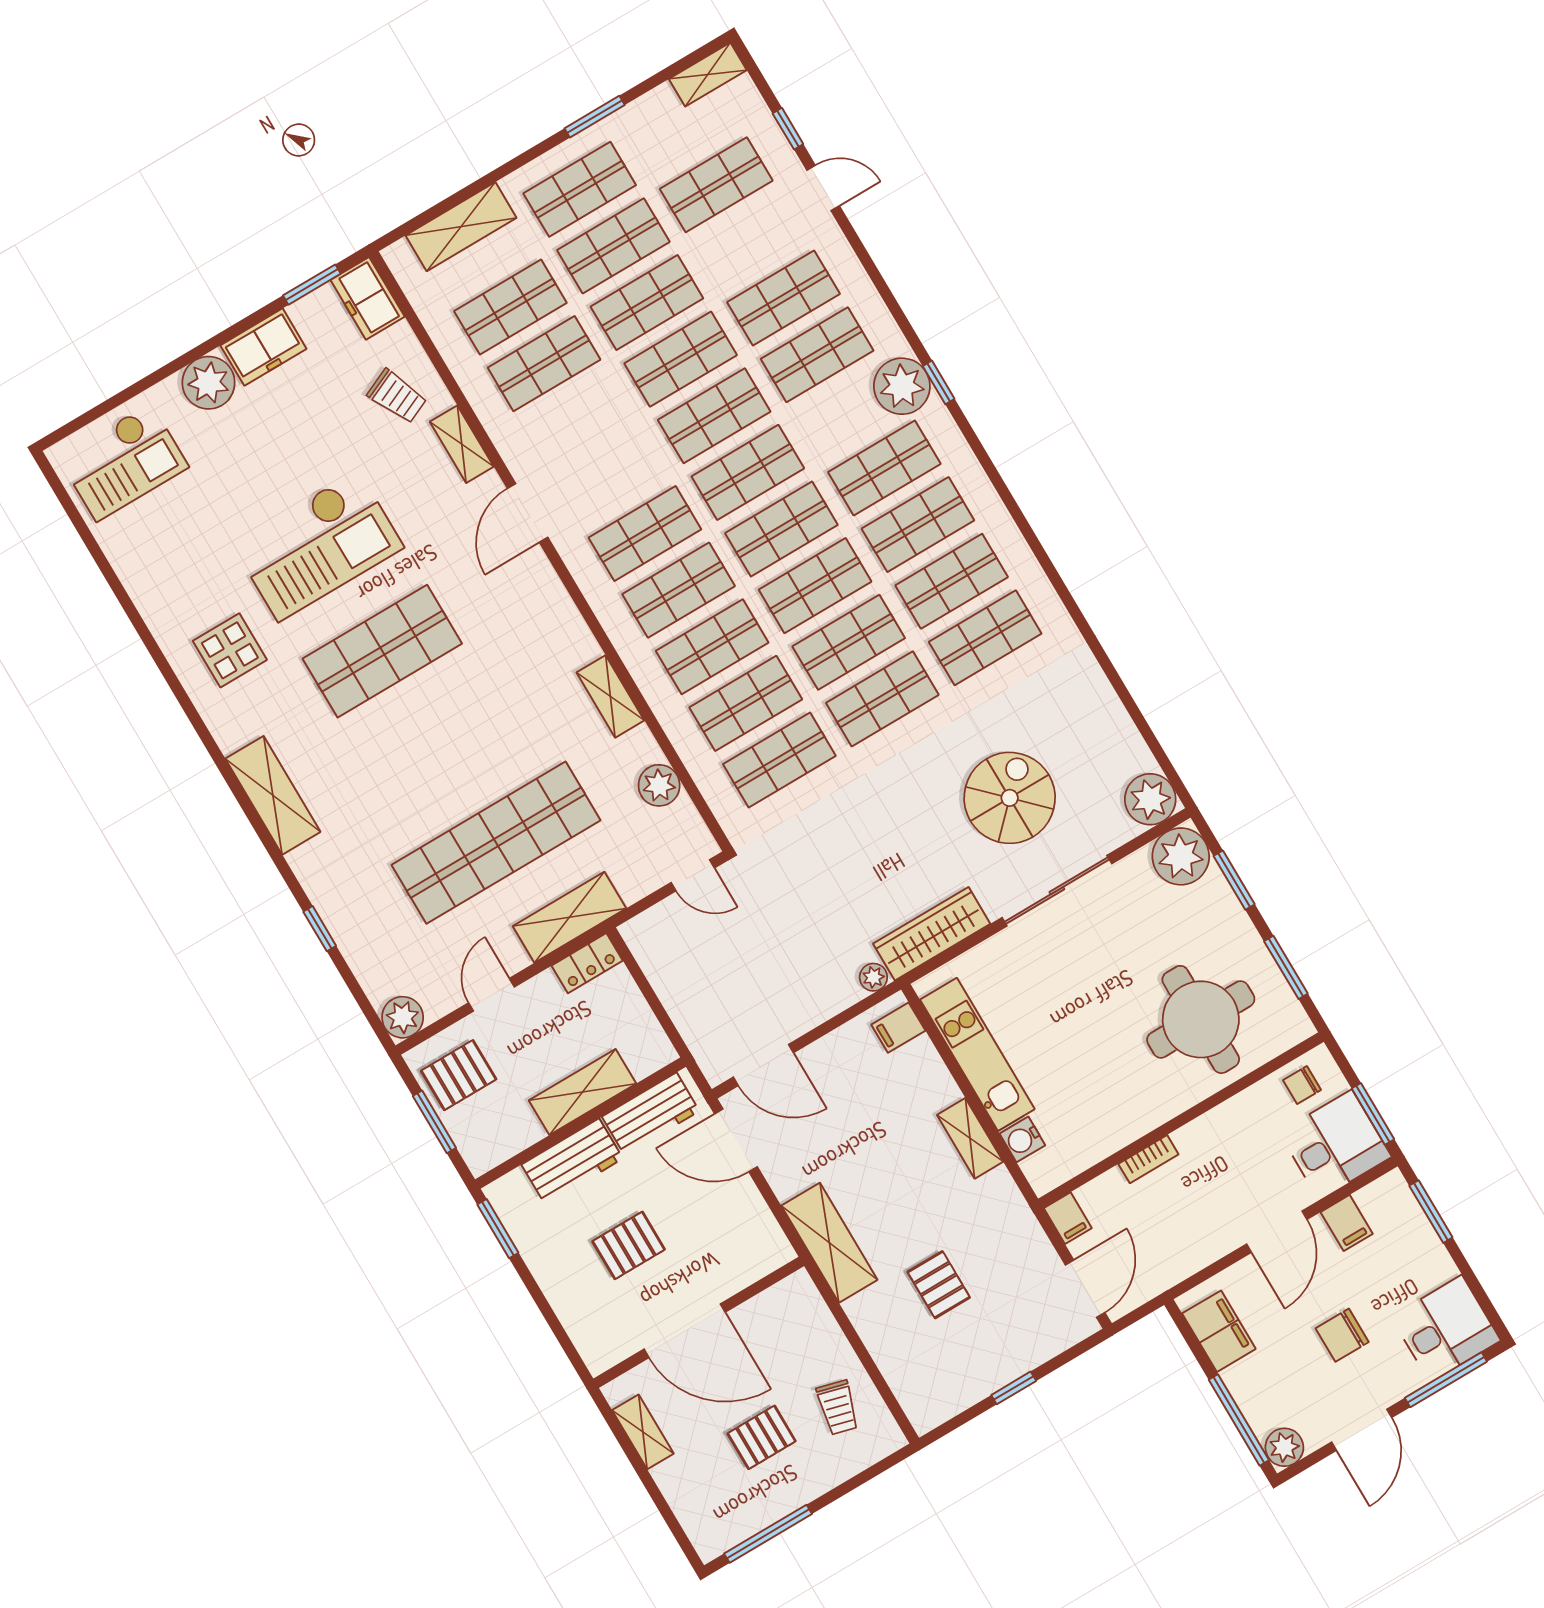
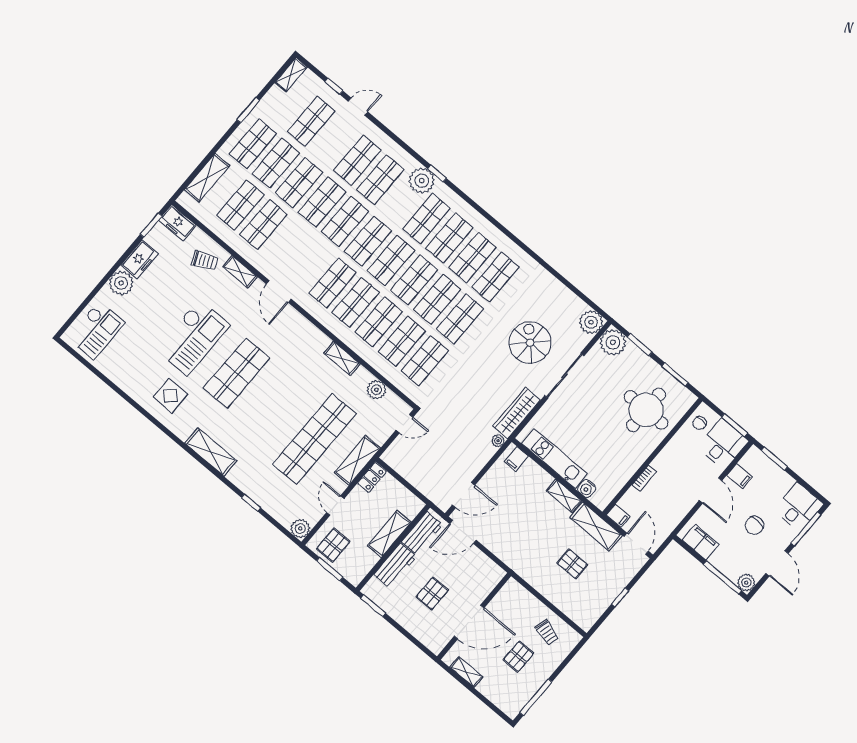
shelving: (829, 1243) -> (596, 527), moved

